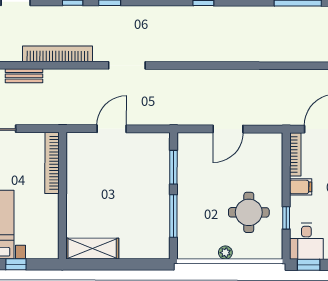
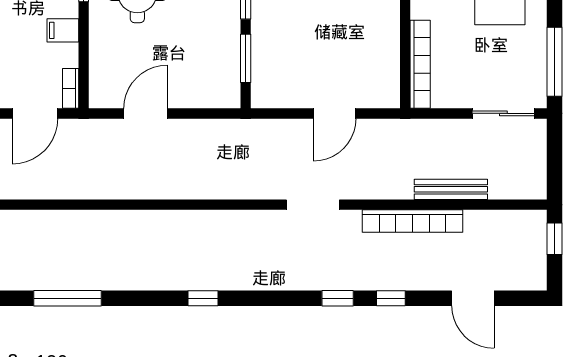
bench: (24, 76) -> (451, 189), width x1.36
door: (228, 129) -> (145, 113), moved
bookcase: (295, 154) -> (71, 88), width x0.64

